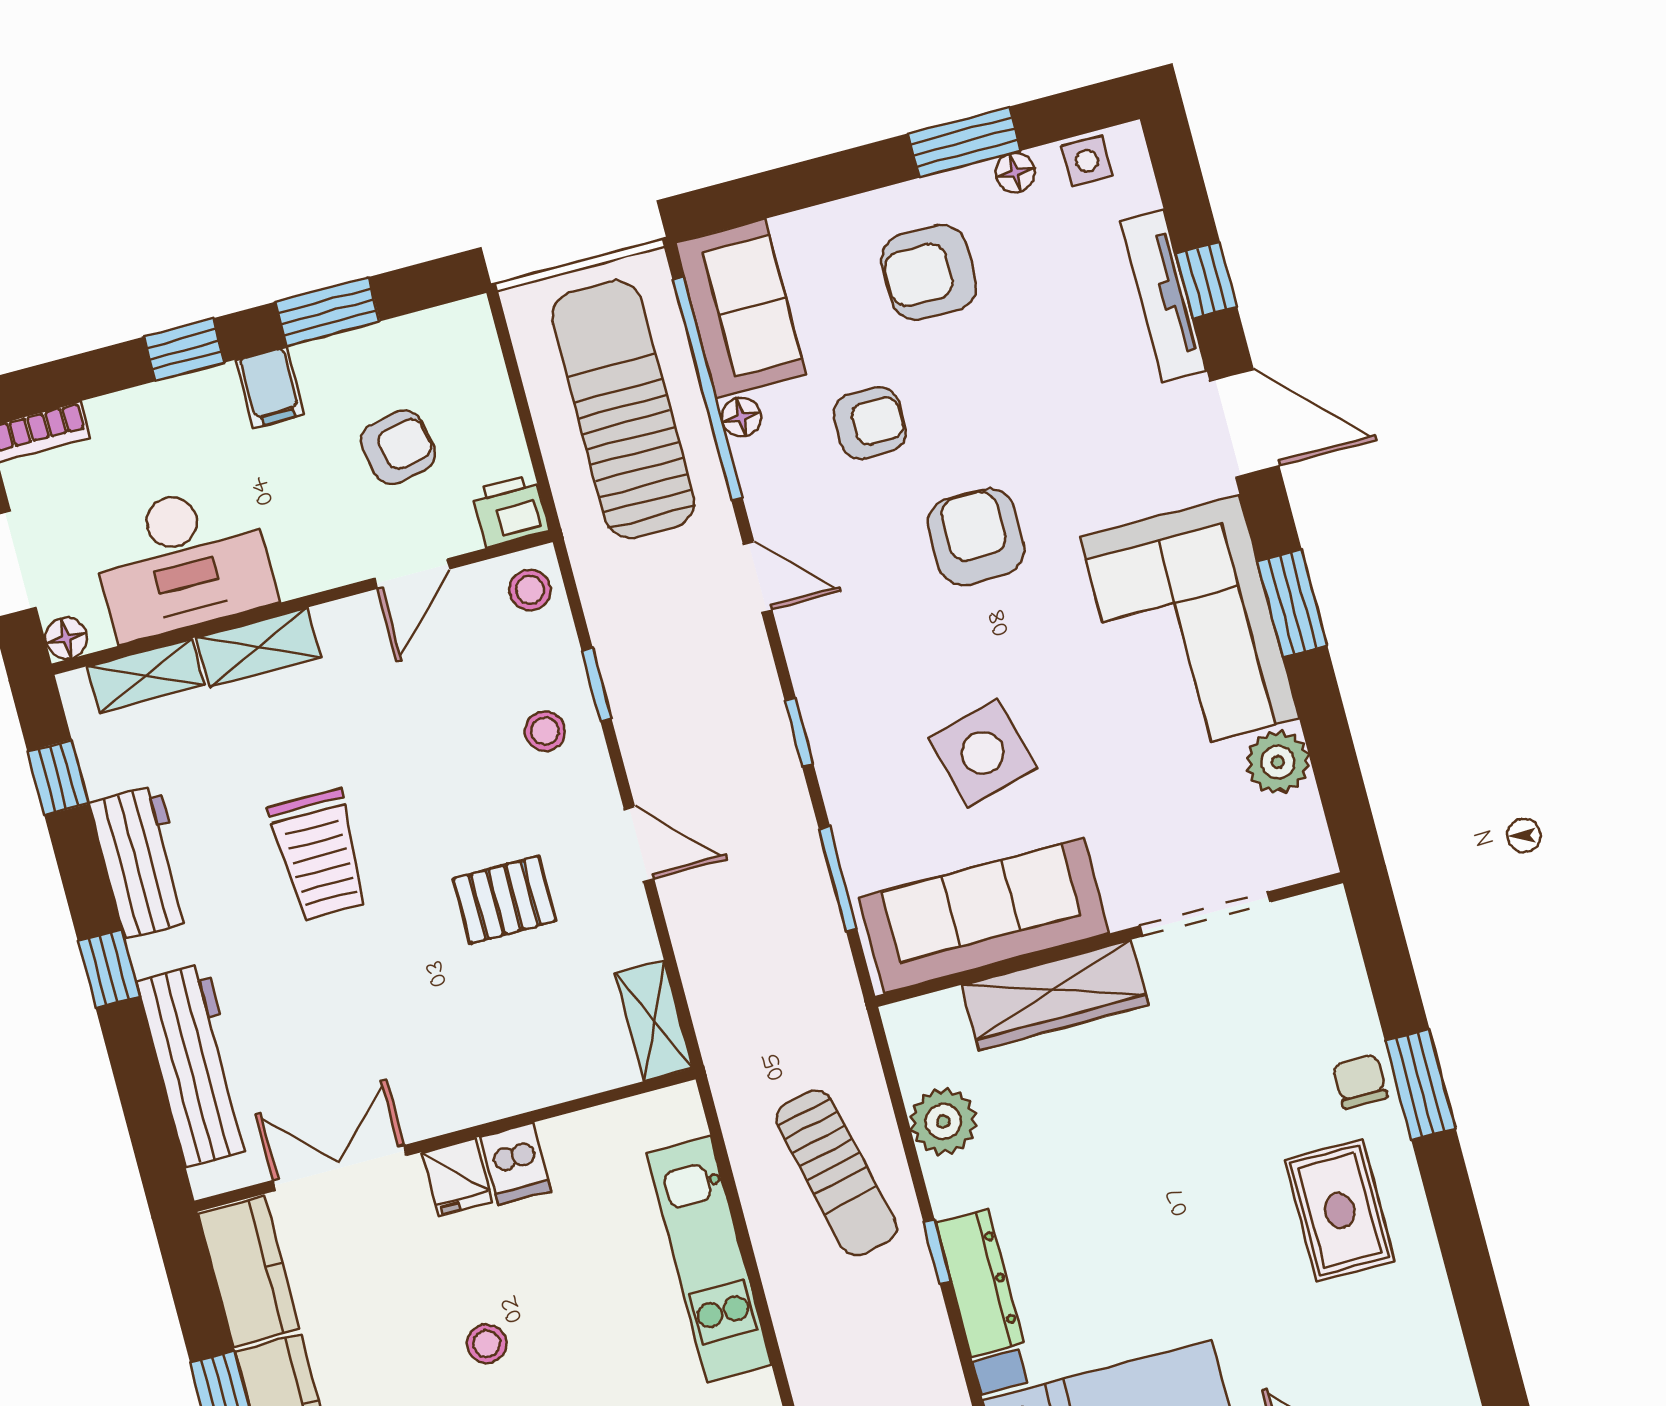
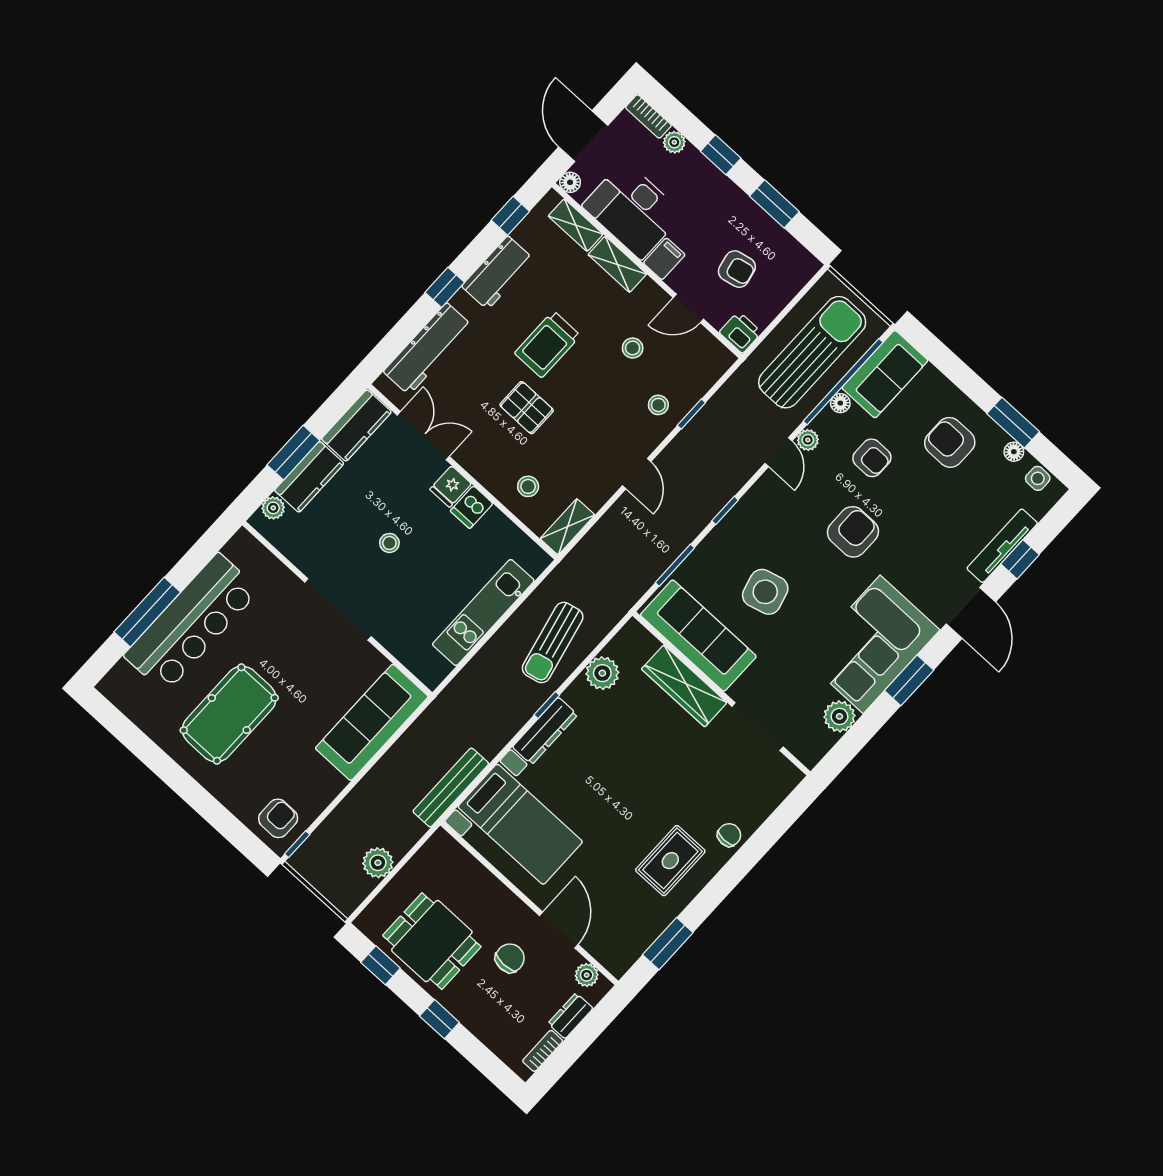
filing cabinet: (270, 387) -> (664, 259), moved, turned 180
plant: (112, 416) -> (674, 142), added
plant: (769, 513) -> (808, 440), added
stool: (530, 590) -> (633, 348), moved
pallet: (505, 900) -> (527, 408), moved
stool: (542, 1044) -> (528, 486), added
window: (1420, 1085) -> (668, 944), moved

